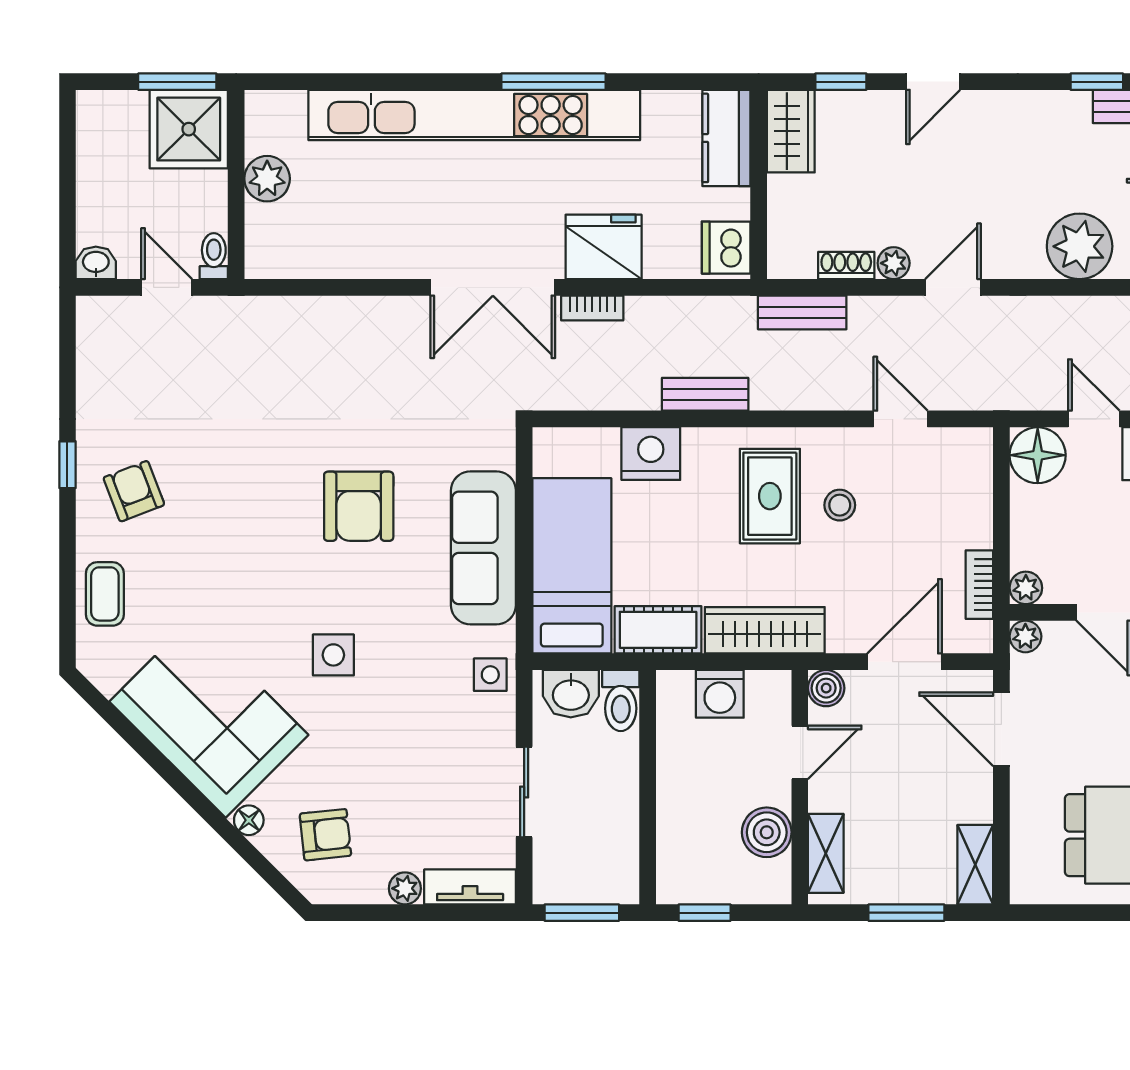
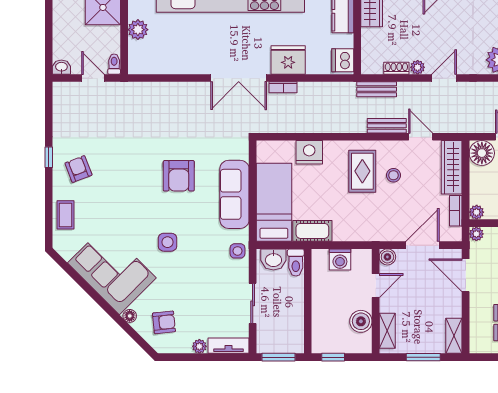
bench: (705, 394) -> (387, 126), moved
wardrobe: (765, 630) -> (452, 167), moved, turned -90

